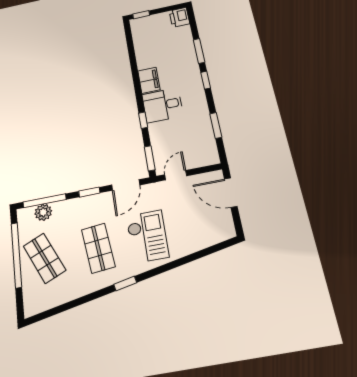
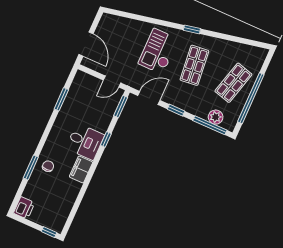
chair: (183, 62) -> (48, 166), added
window: (206, 80) -> (43, 140), removed
shop shelf: (44, 258) -> (233, 83), turned 39

